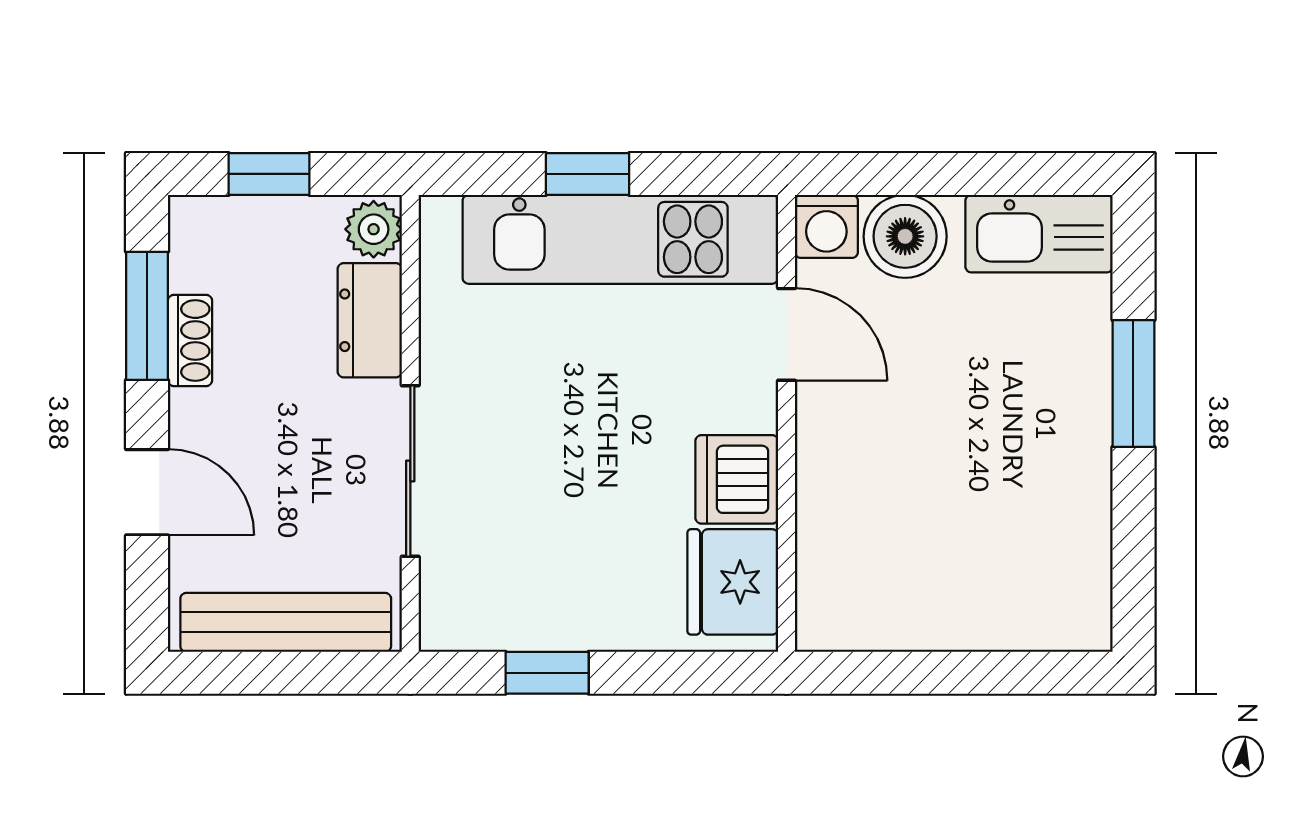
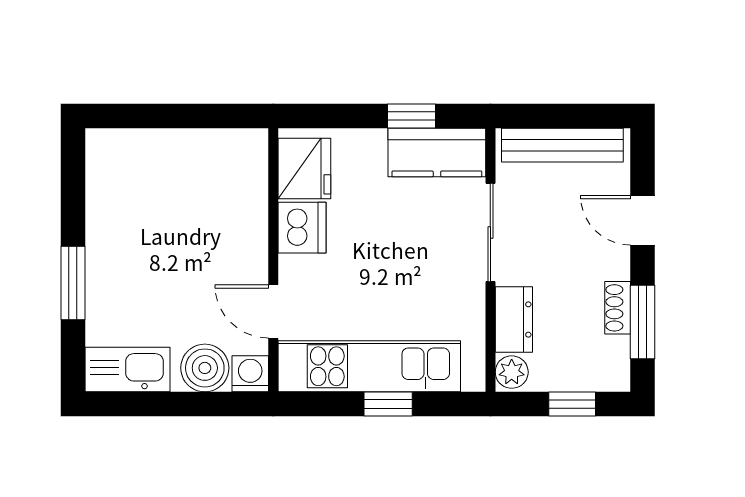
kitchen counter: (503, 610) -> (437, 152), added

